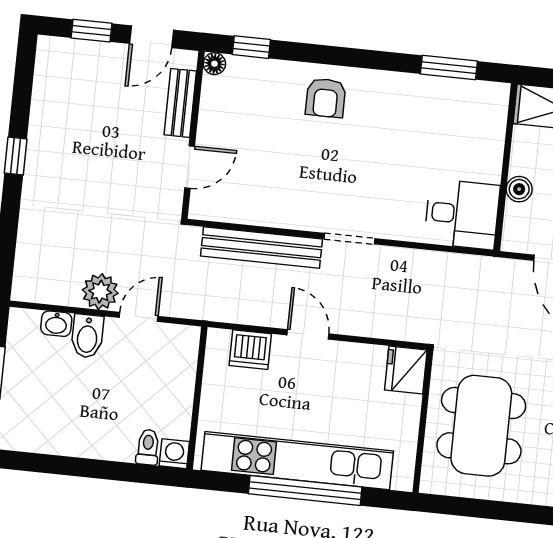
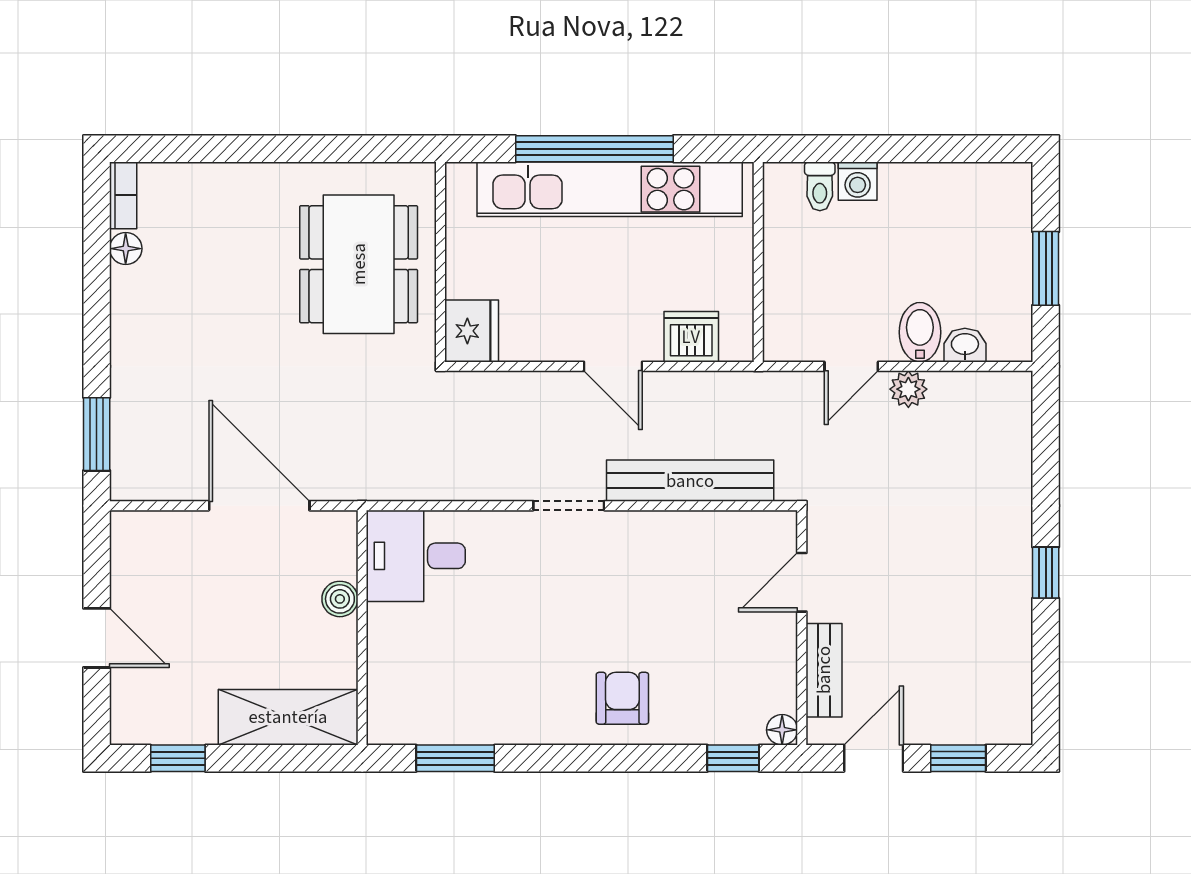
plant: (100, 292) -> (908, 389), width x0.73, depth x0.73
washing machine: (174, 454) -> (858, 181), moved

